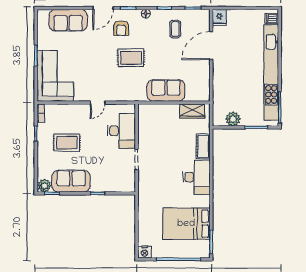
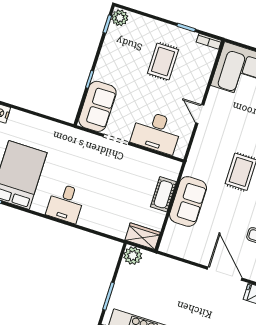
wardrobe: (192, 111) -> (143, 236), moved, turned 90
plant: (233, 119) -> (133, 256), moved
cot: (203, 146) -> (163, 194), moved, turned 90
desk: (196, 177) -> (66, 203), width x0.73
sofa: (71, 181) -> (97, 106), moved

